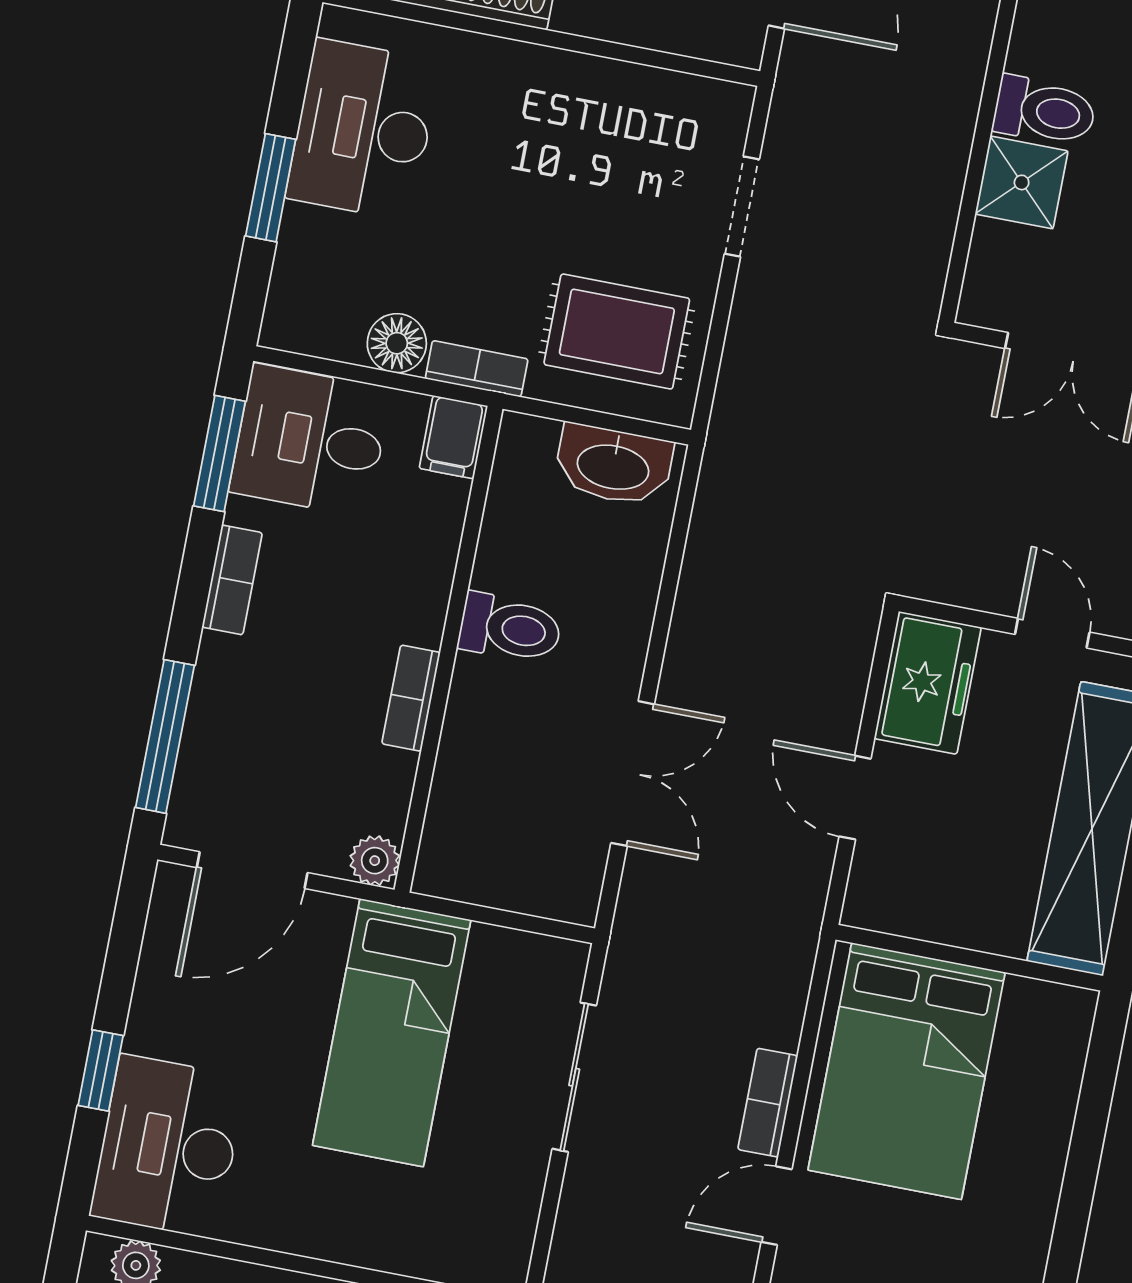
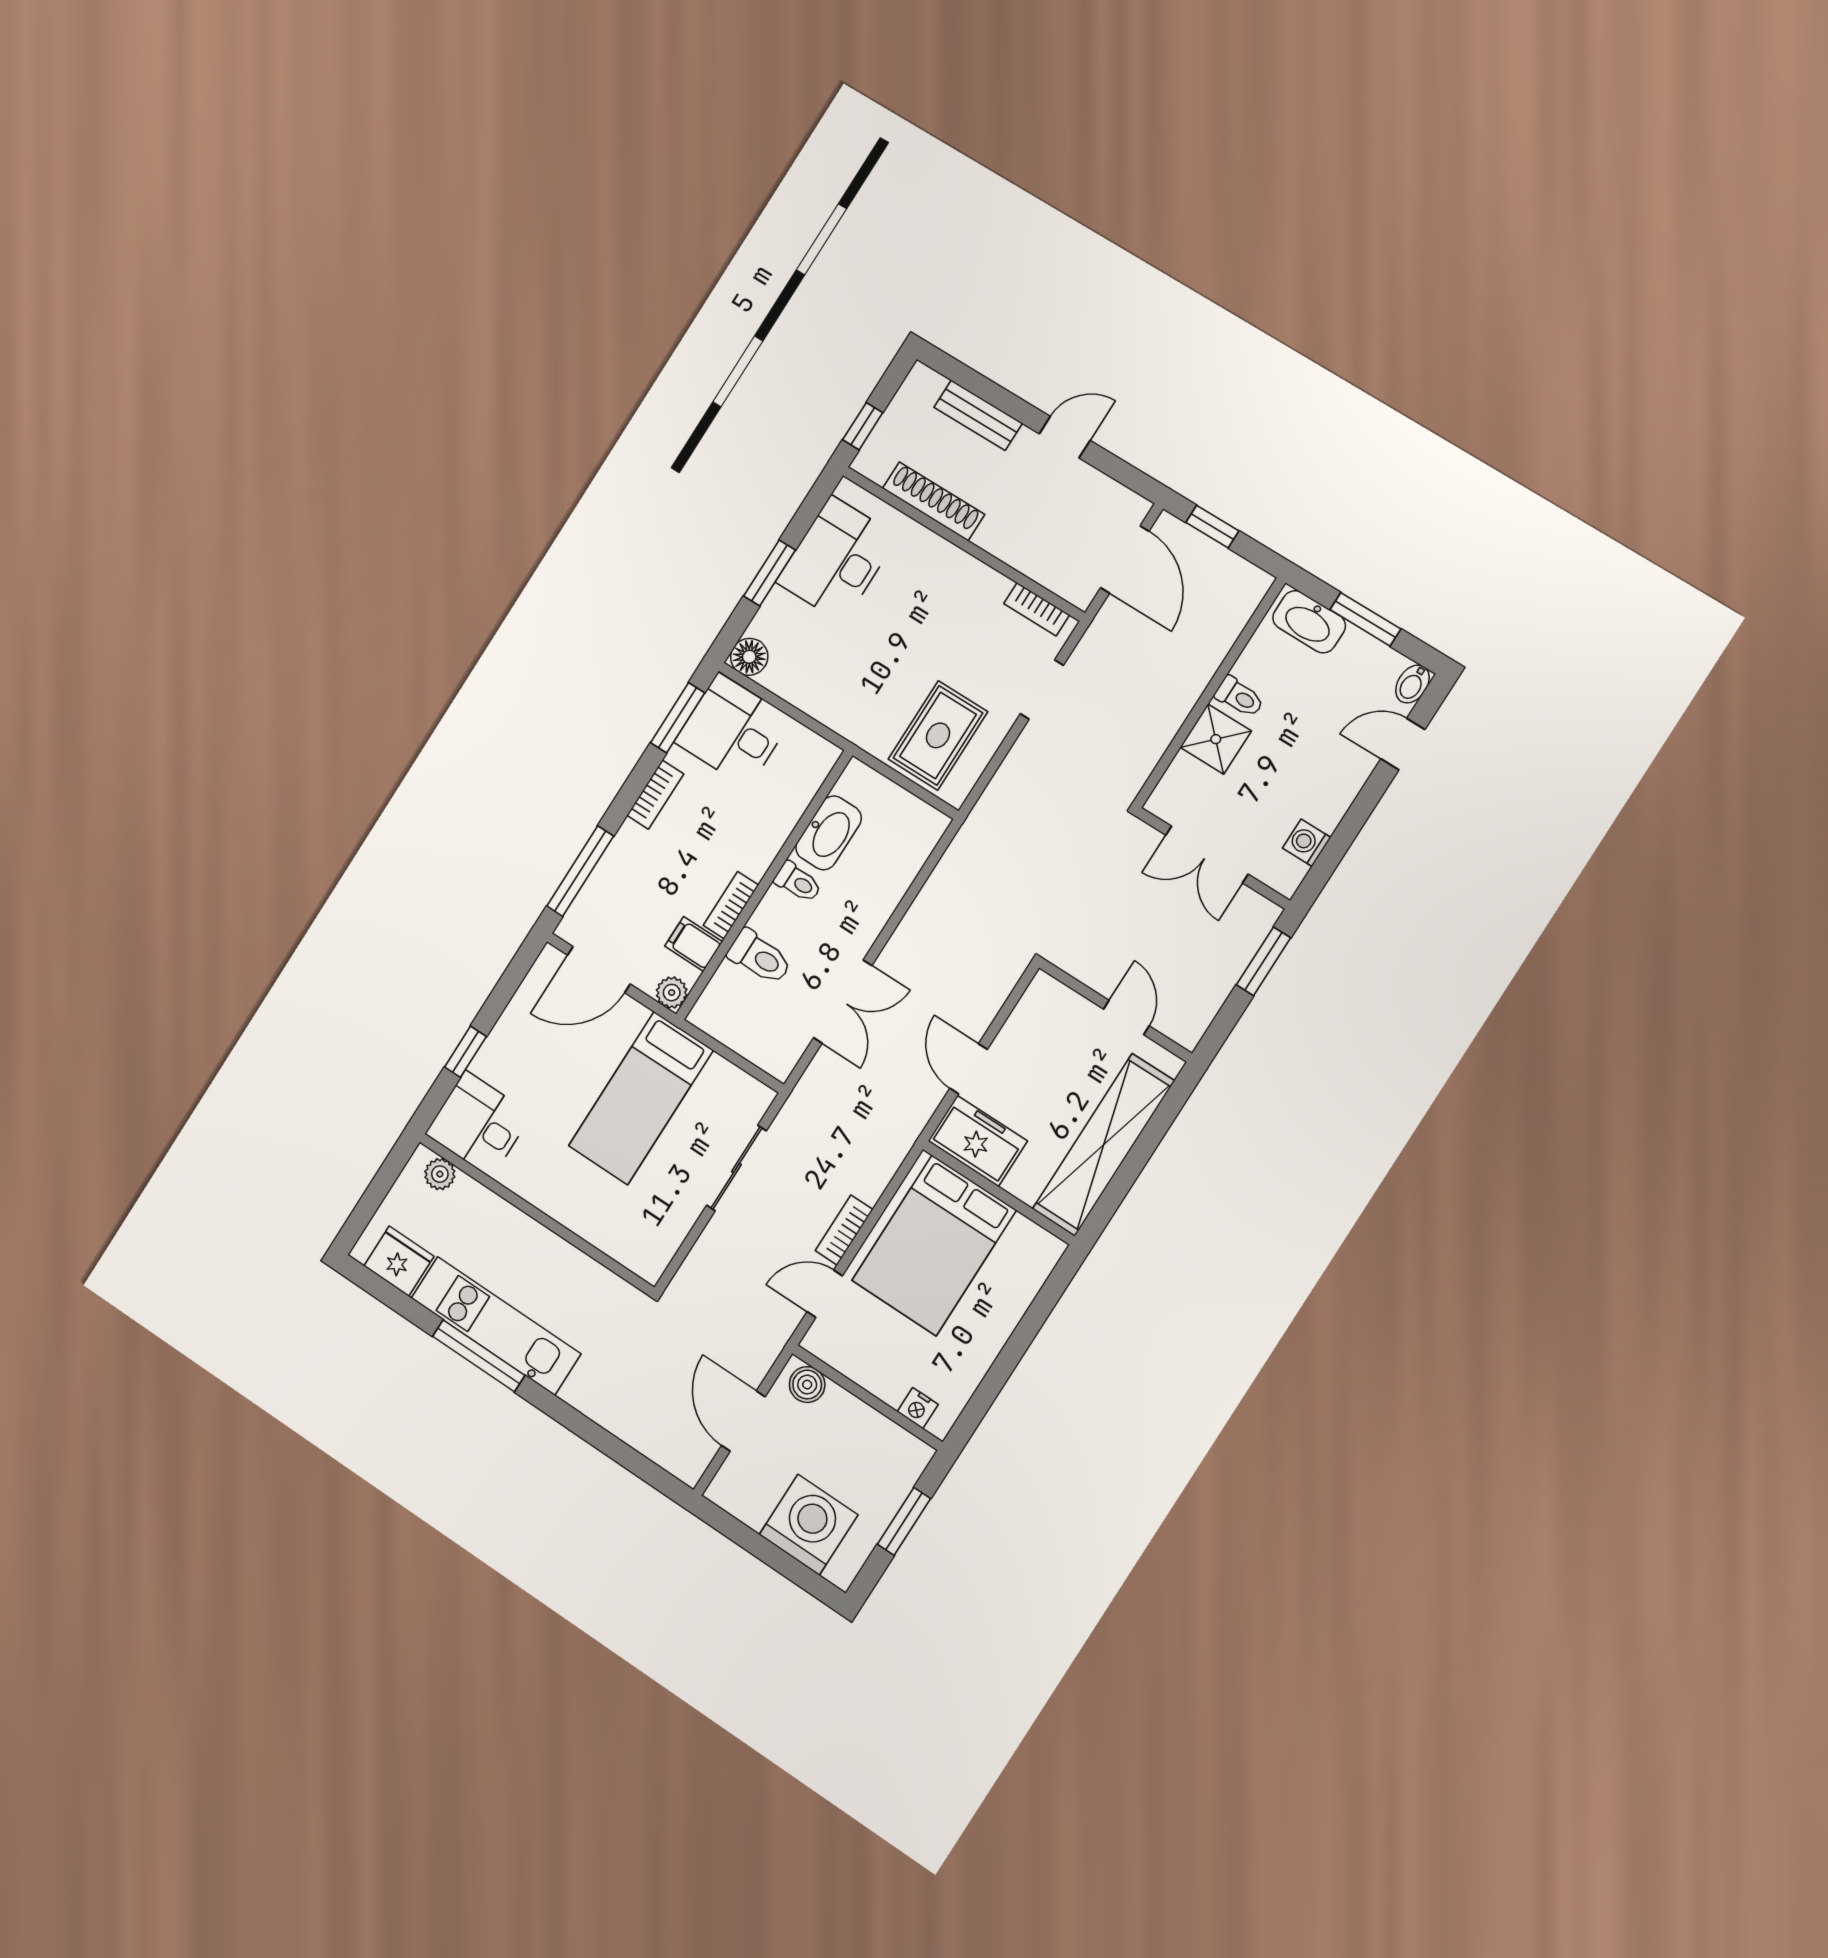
toilet: (1045, 111) -> (1239, 697), width x0.73, depth x0.72
rug: (617, 331) -> (938, 735), turned 90
floor lamp: (397, 343) -> (749, 657), moved
bookcase: (477, 369) -> (1037, 609), moved, turned 180
filing cabinet: (453, 437) -> (694, 944), moved, turned 90
washbasin: (613, 465) -> (829, 833), moved, turned -90
toilet: (510, 628) -> (798, 882), width x0.73, depth x0.72
freezer: (928, 683) -> (978, 1141), moved, turned -90
toilet: (484, 757) -> (760, 957), added
desk: (168, 1147) -> (478, 1124), width x0.73

